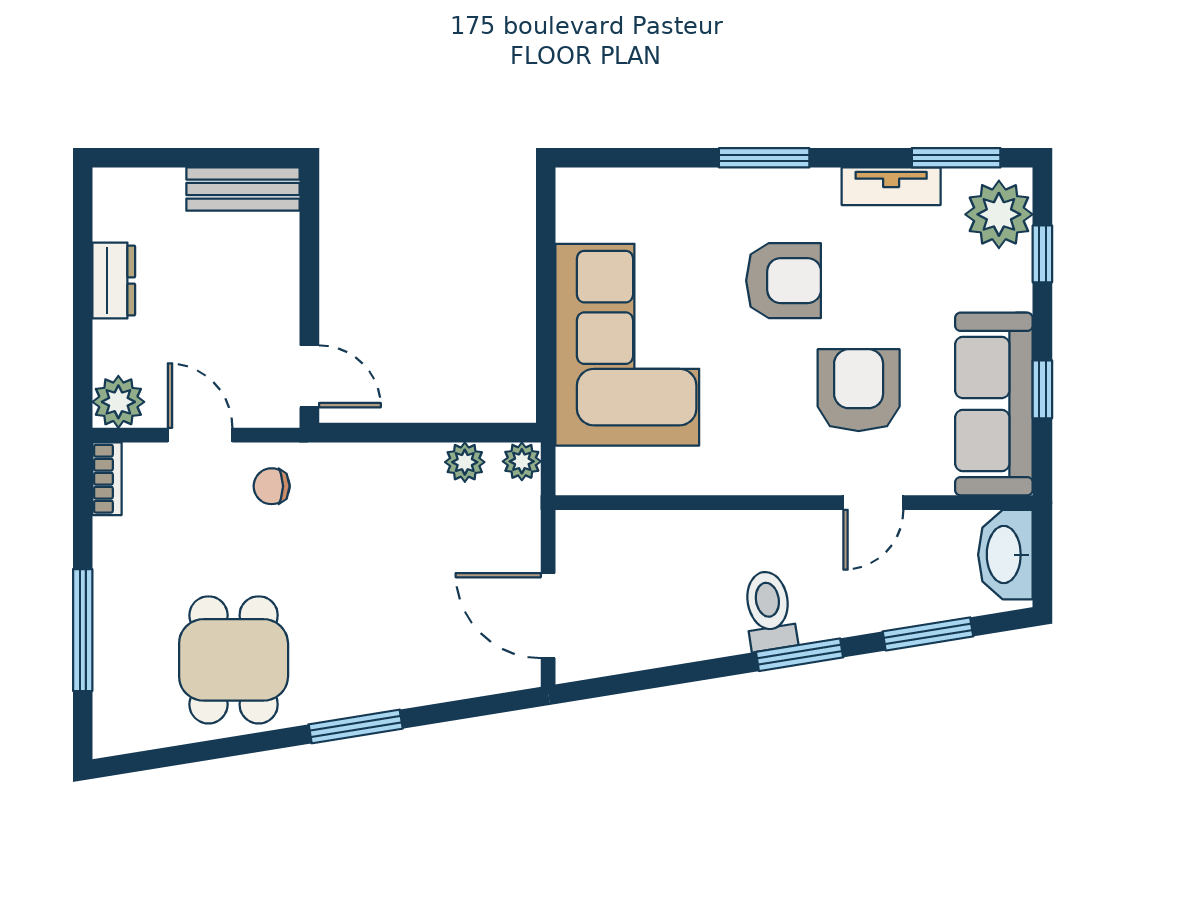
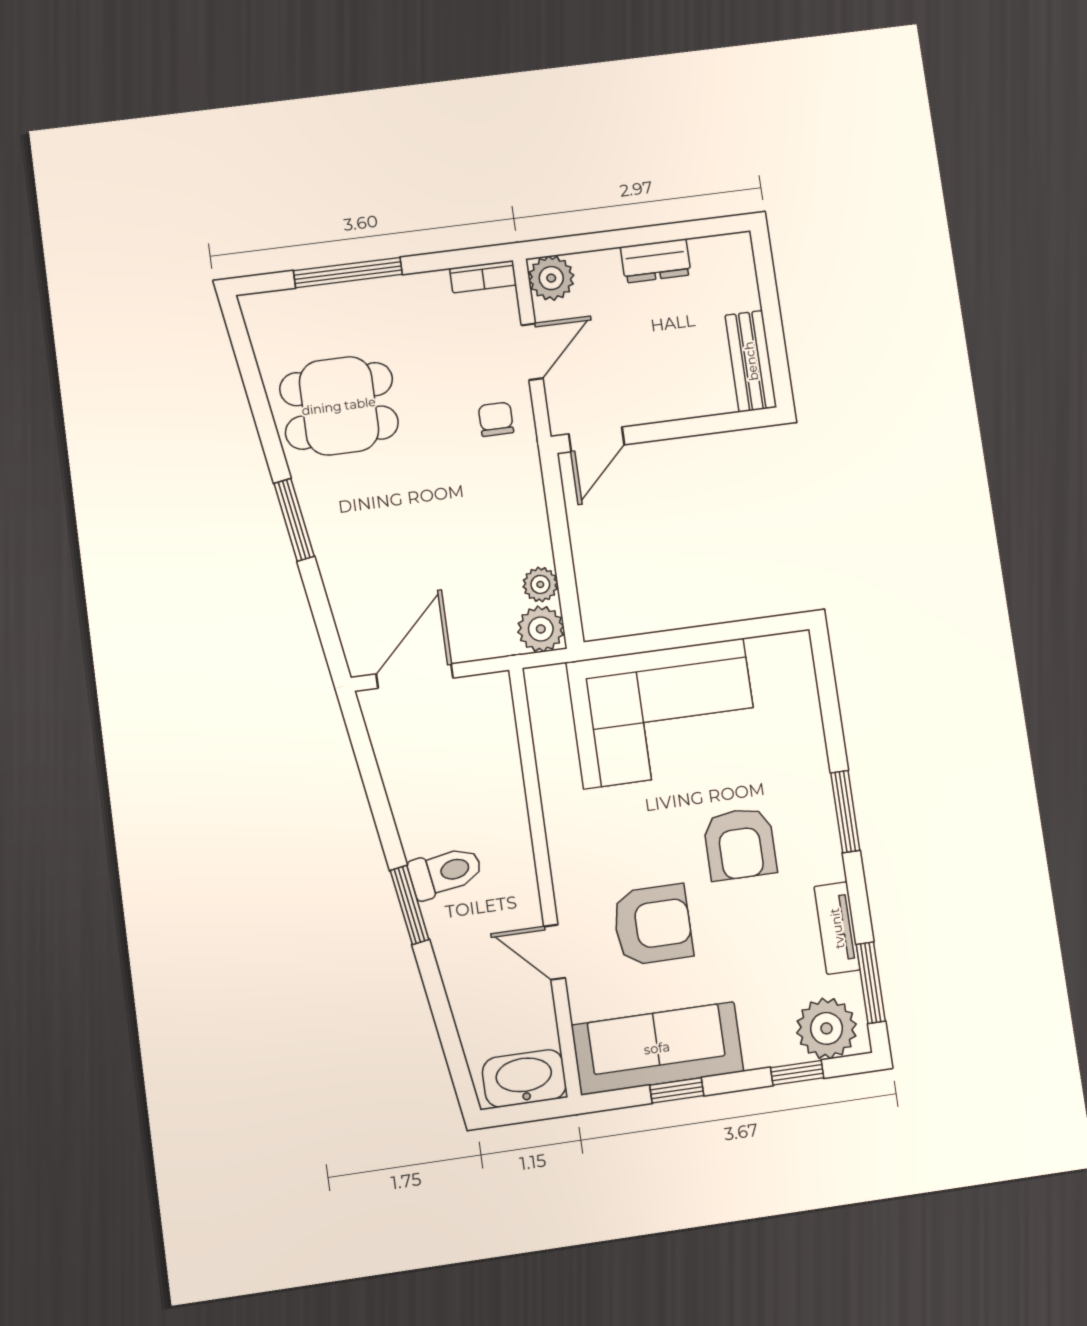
plant: (522, 461) -> (541, 629), width x1.38, depth x1.38
window: (928, 634) -> (444, 1018), removed

